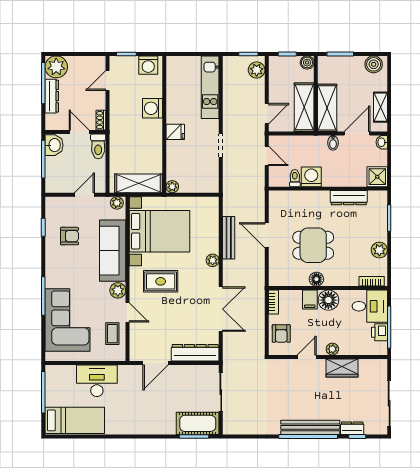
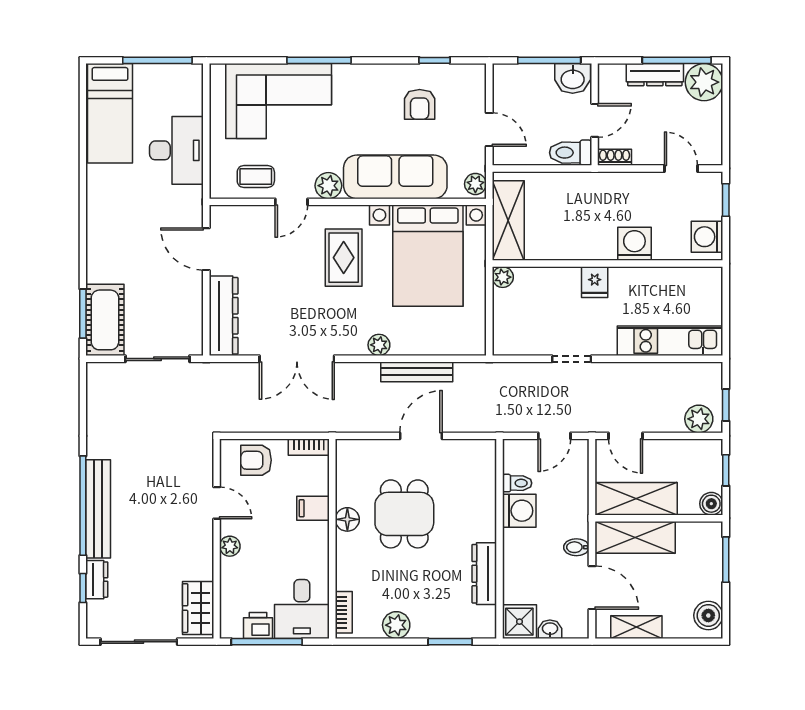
washbasin: (382, 142) -> (550, 629), moved
floor lamp: (328, 300) -> (312, 540), removed
wardrobe: (342, 368) -> (198, 608), moved

